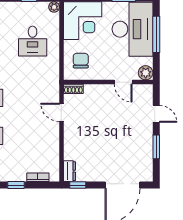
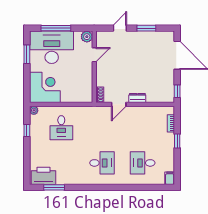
desk: (33, 41) -> (61, 128), turned 90
chair: (81, 61) -> (77, 89), removed
dresser: (69, 171) -> (137, 98), moved

